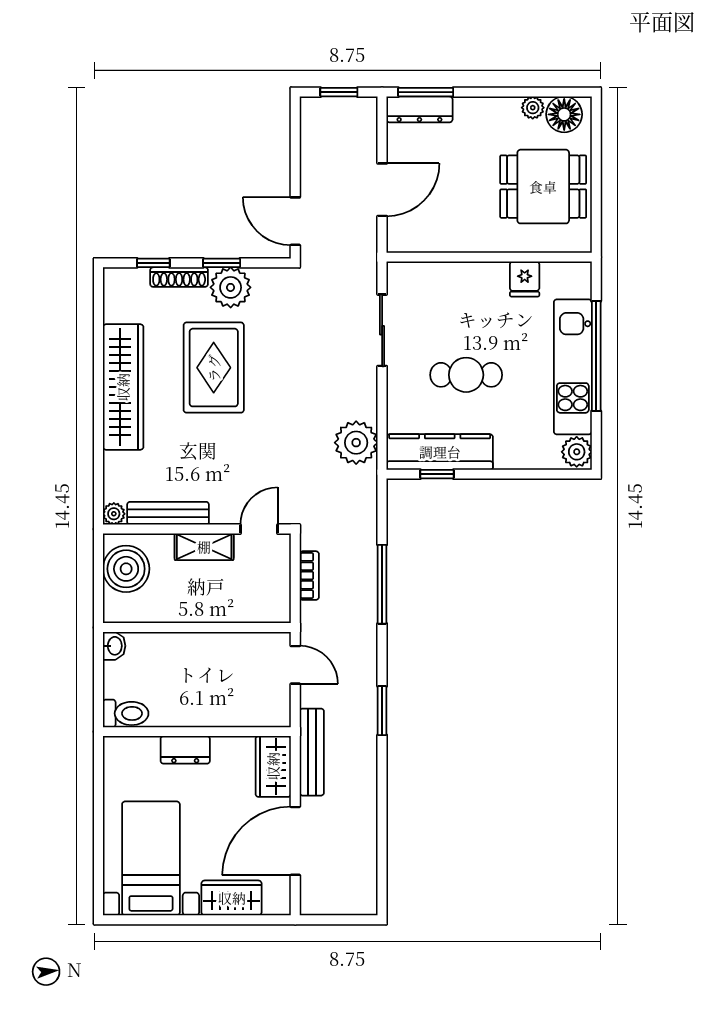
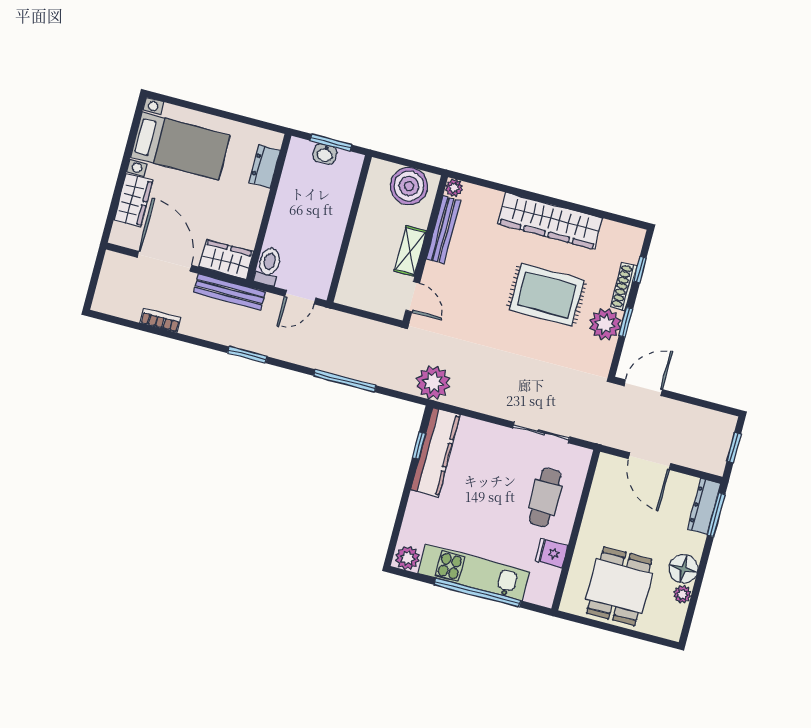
floor lamp: (564, 114) -> (683, 569), moved
cafe table: (466, 375) -> (545, 497), moved
plant: (356, 443) -> (433, 383), moved
bookcase: (309, 576) -> (160, 320), moved, turned 180
washbasin: (114, 646) -> (325, 154), moved
window: (98, 677) -> (331, 143), added
toilet: (126, 713) -> (268, 266), moved, turned 180
dresser: (185, 750) -> (265, 167), moved

